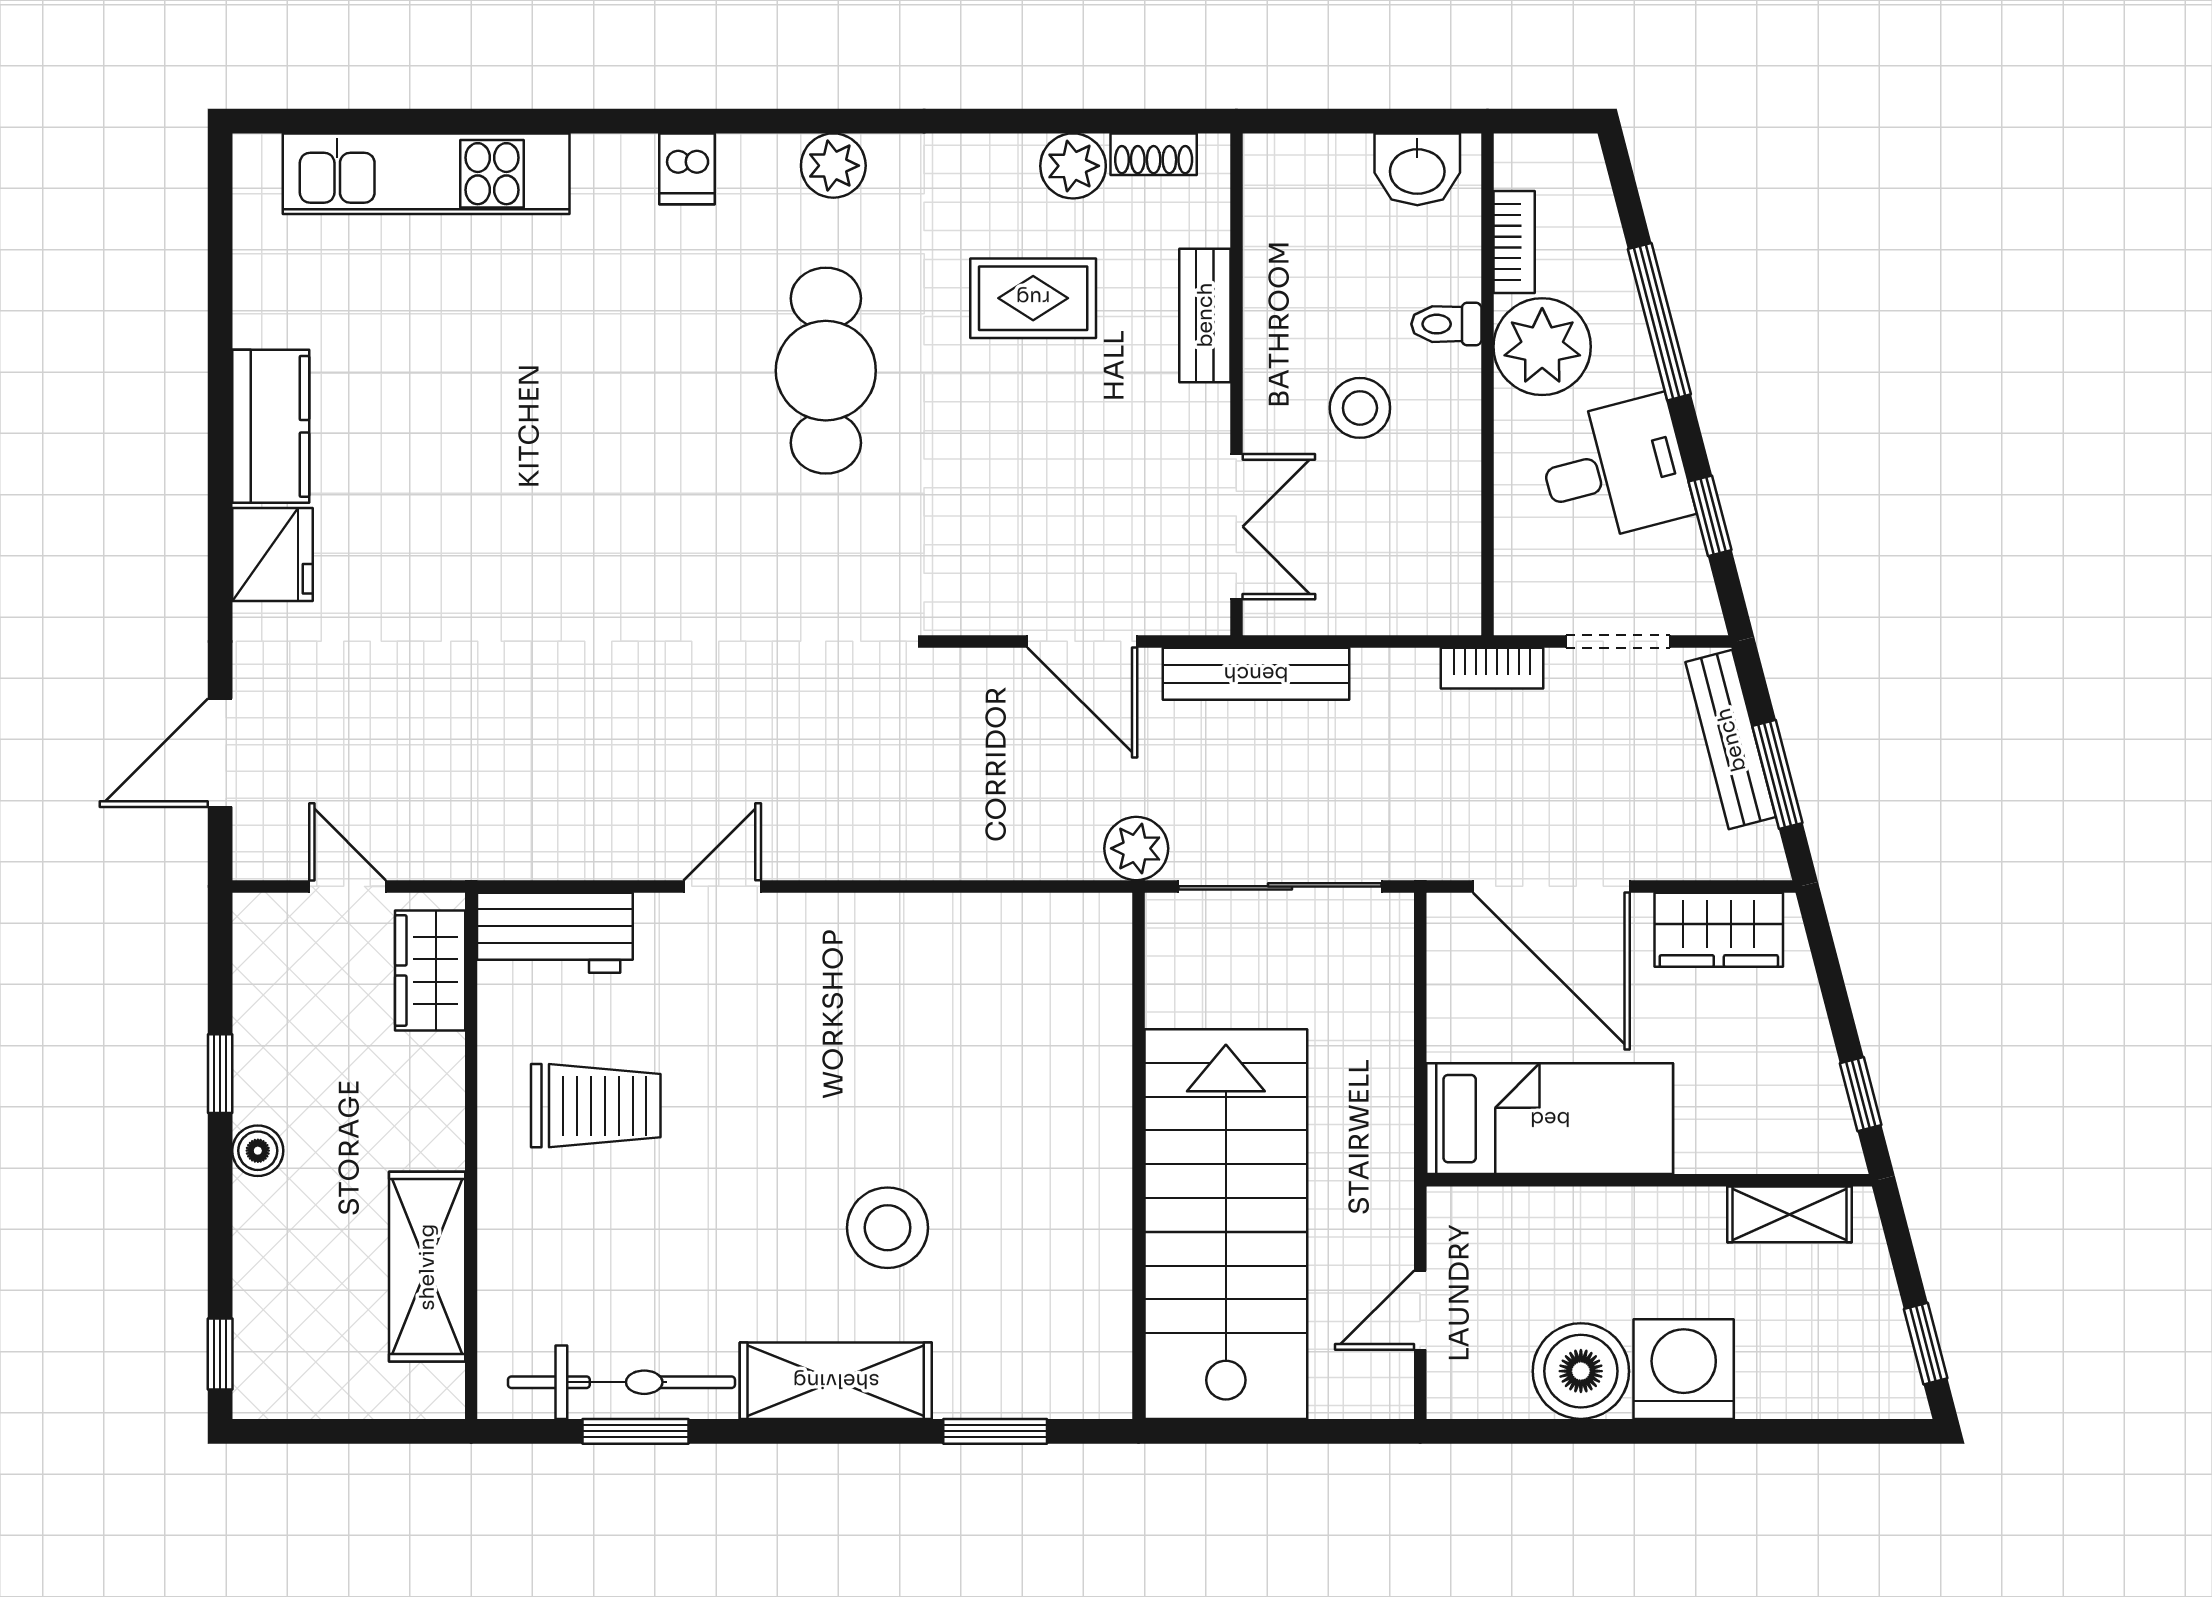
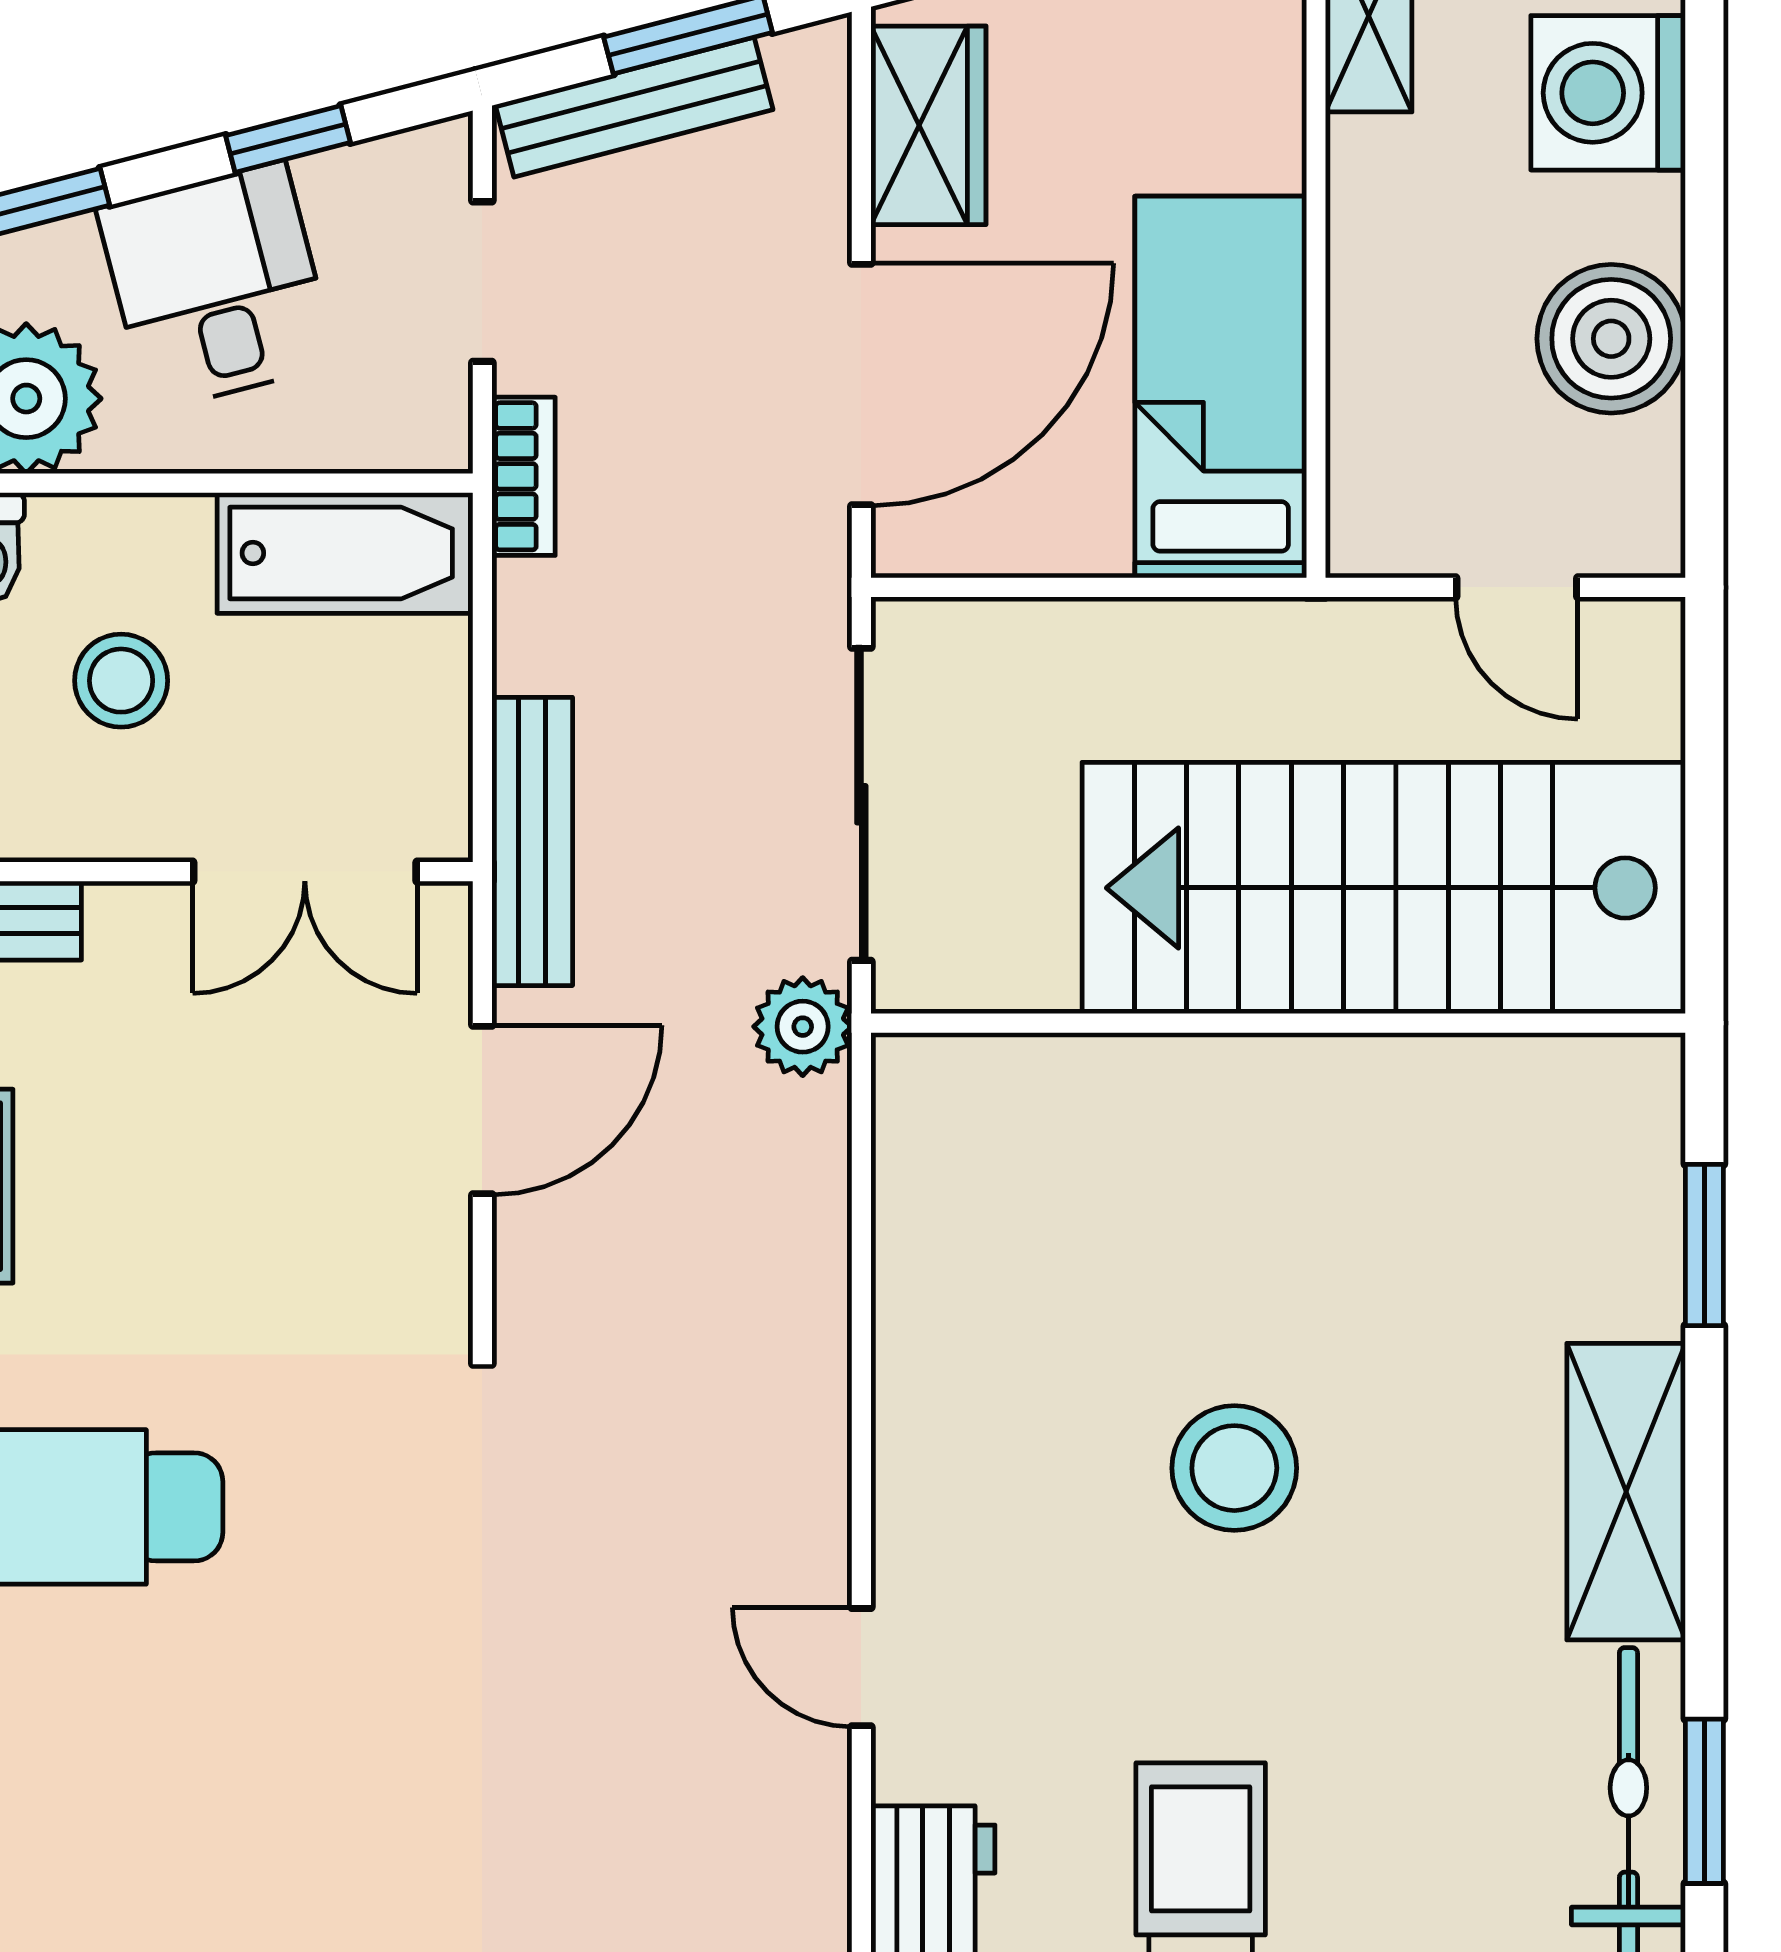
double door: (1236, 527) -> (305, 872), swing flipped
bathtub: (1442, 553) -> (345, 553), added
stool: (888, 1228) -> (1234, 1468), moved
washing machine: (1684, 1369) -> (1608, 93), moved

